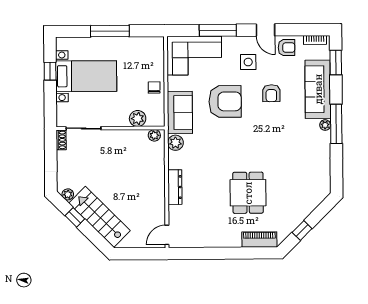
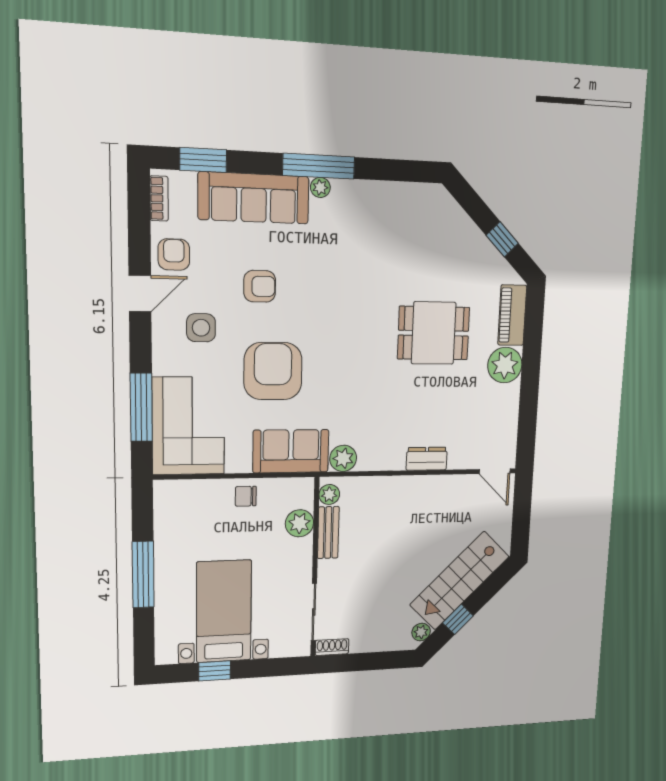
window: (218, 30) -> (141, 407), moved
bench: (132, 135) -> (328, 533), added
dresser: (175, 187) -> (427, 459), width x0.70
plant: (230, 237) -> (505, 365), added

